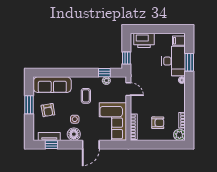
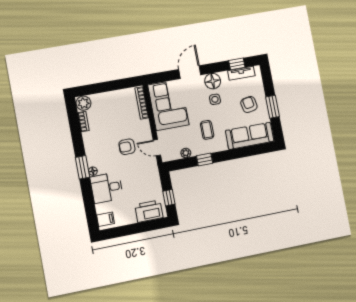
window: (126, 58) -> (169, 198), moved
desk: (174, 61) -> (107, 188), width x0.73
window: (189, 62) -> (83, 167), moved
window: (104, 73) -> (205, 160), moved
armchair: (158, 123) -> (127, 147), moved

